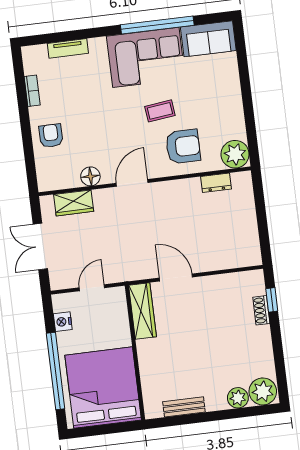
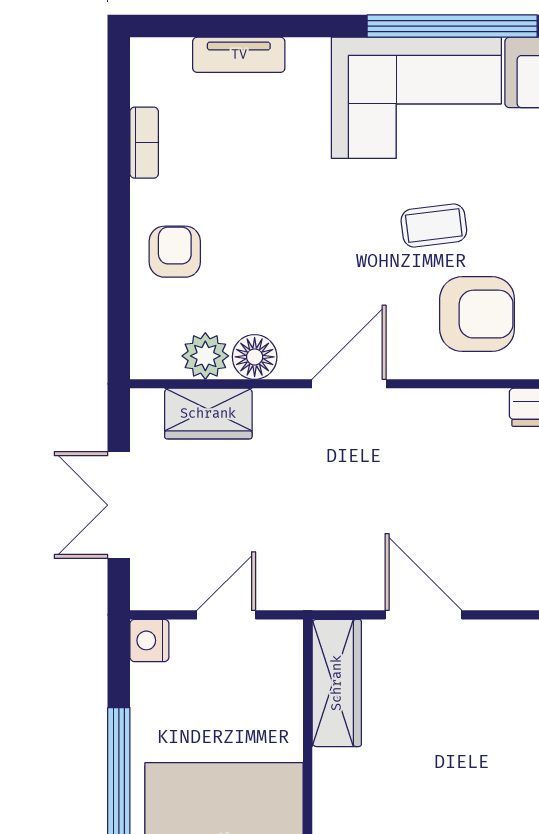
plant: (69, 178) -> (205, 356), added
nightstand: (63, 322) -> (149, 640), moved

